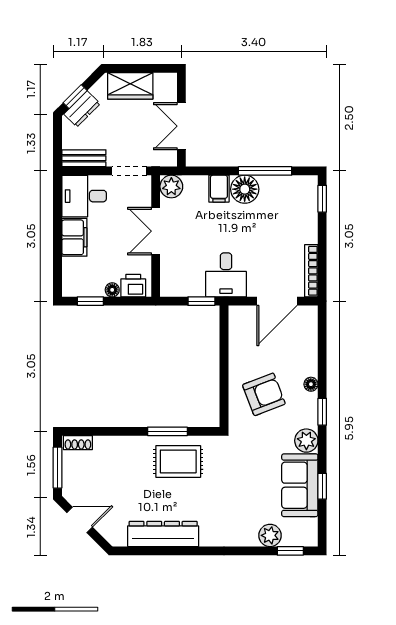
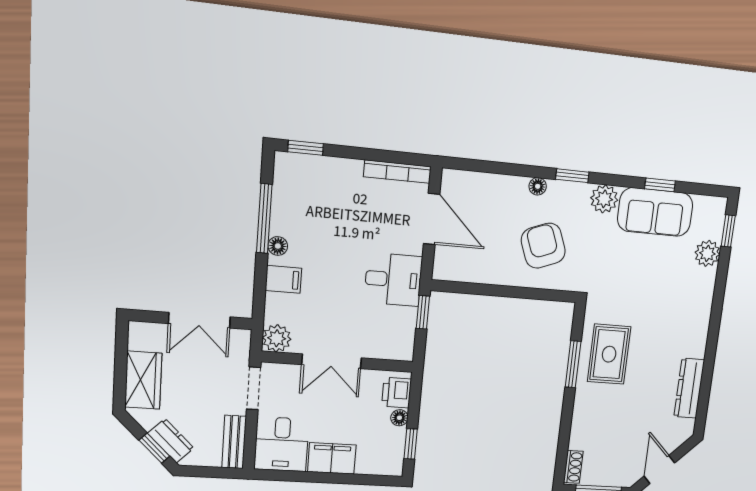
floor lamp: (245, 189) -> (278, 246), width x0.53, depth x0.53
dresser: (163, 534) -> (689, 388), width x0.73, depth x0.80

